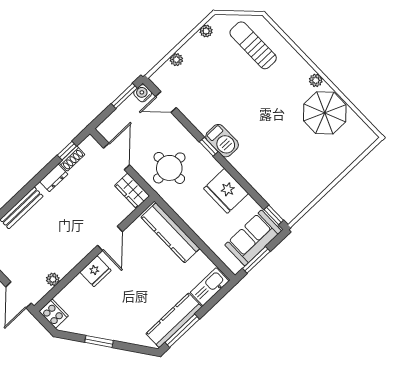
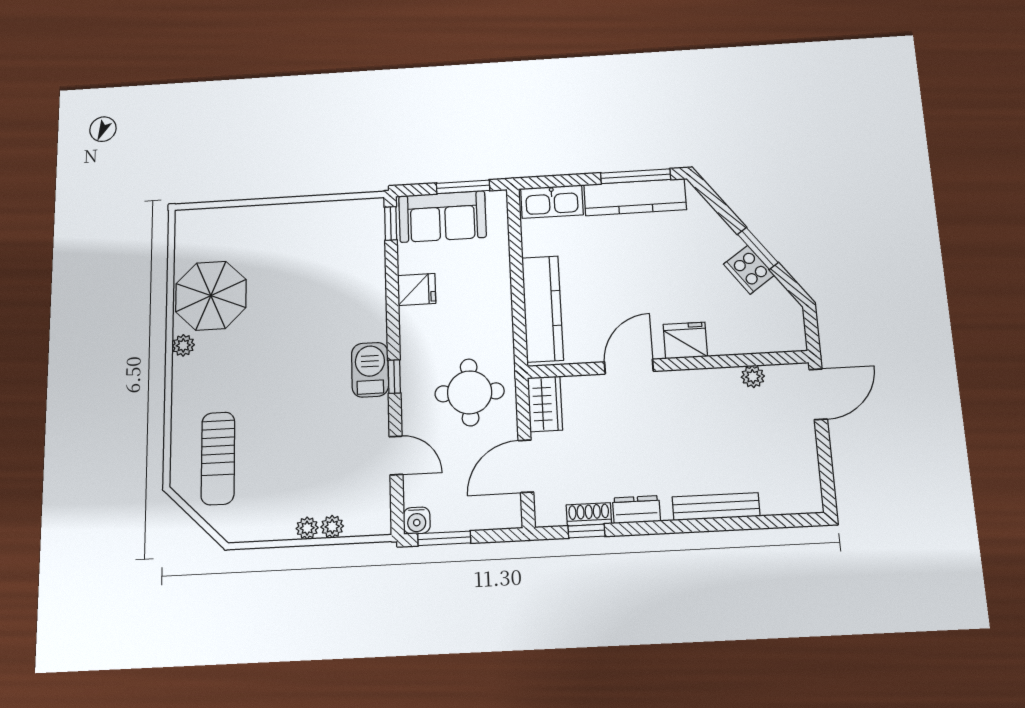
plant: (206, 31) -> (307, 528), moved
door: (166, 102) -> (396, 455), moved
fridge: (226, 191) -> (417, 289), width x0.53, depth x0.75
cooker: (54, 314) -> (749, 270), moved, turned -36

